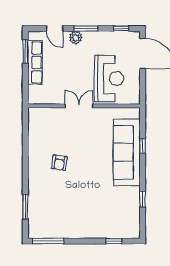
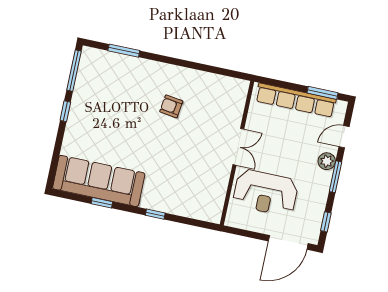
row of seats: (35, 62) -> (296, 100), width x1.36
window: (143, 146) -> (155, 214), moved
sofa: (127, 152) -> (99, 181), moved
window: (114, 241) -> (65, 111), moved

